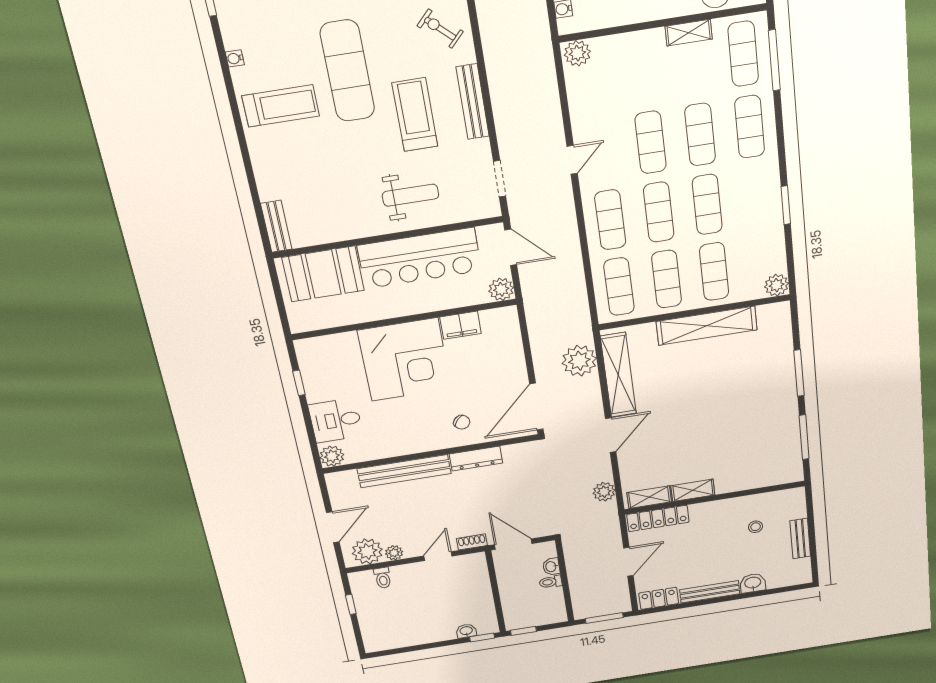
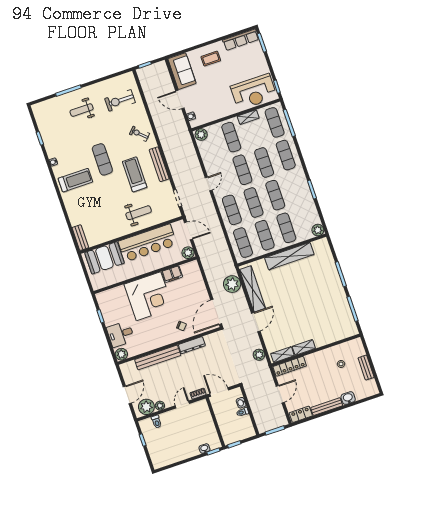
exercise mat: (642, 70) -> (231, 137), added
exercise mat: (347, 71) -> (102, 159), width x0.73, depth x0.69

